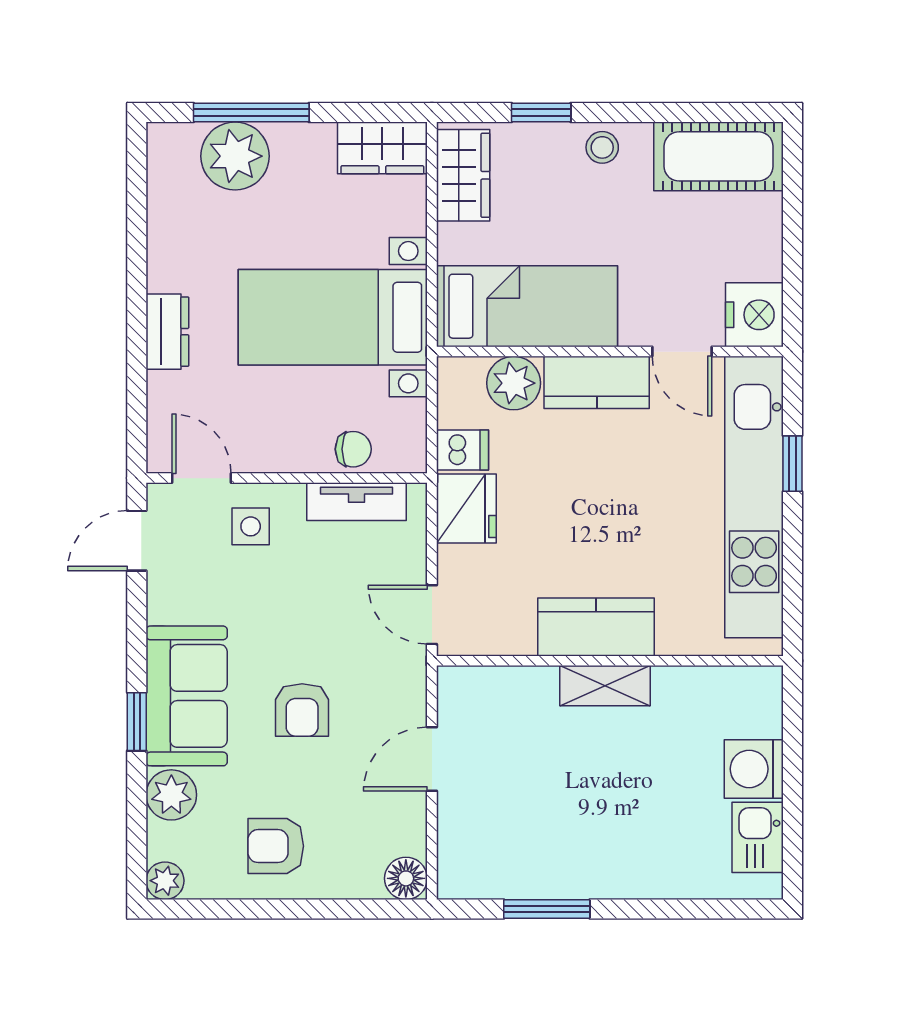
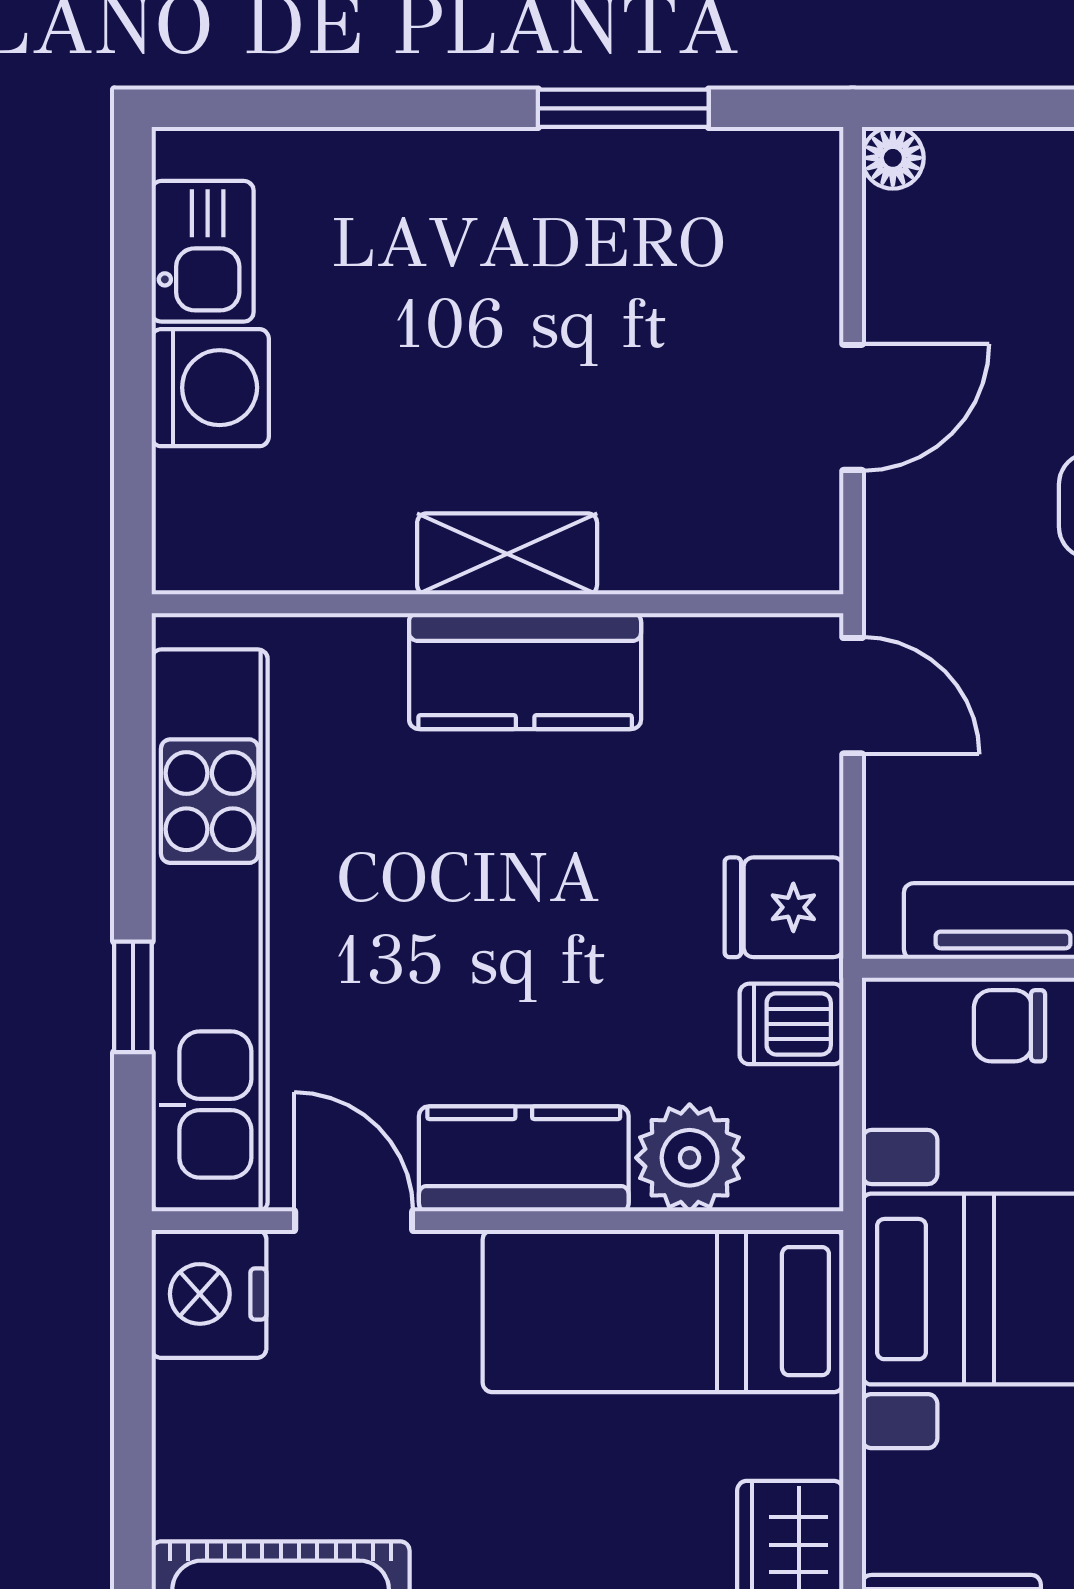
fridge: (466, 509) -> (784, 907), width x0.72
floor lamp: (406, 878) -> (893, 158), width x0.73, depth x0.73

